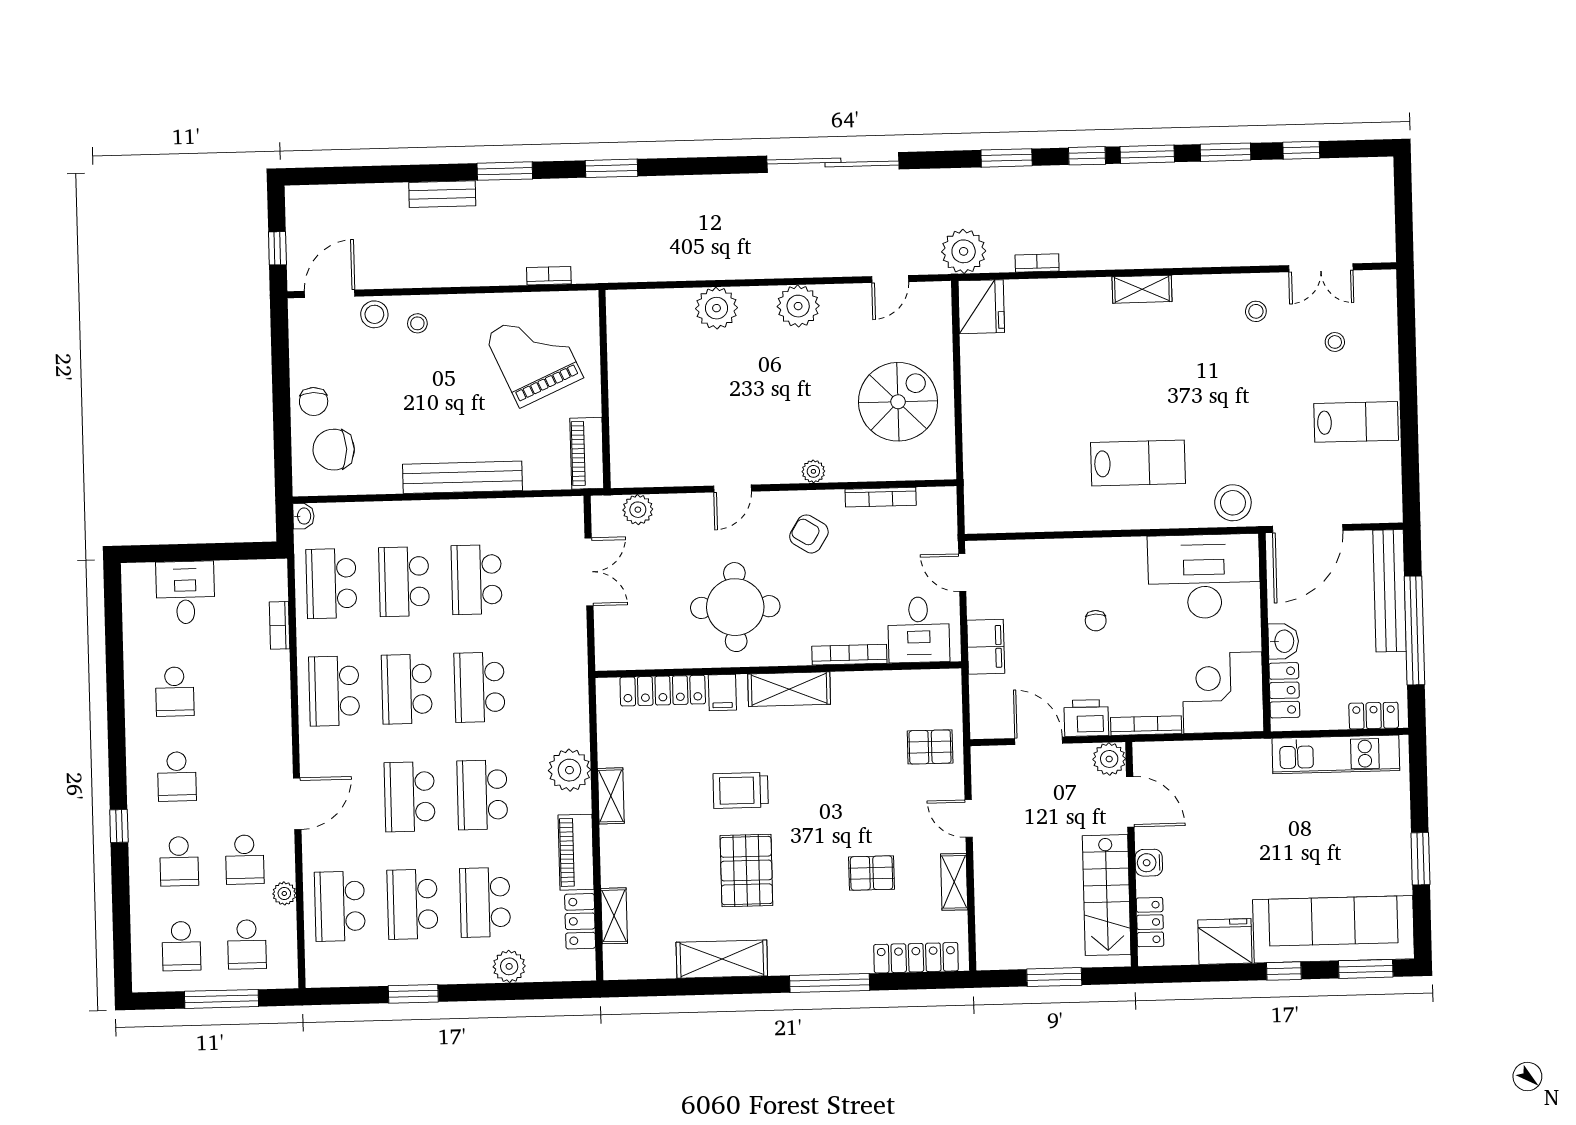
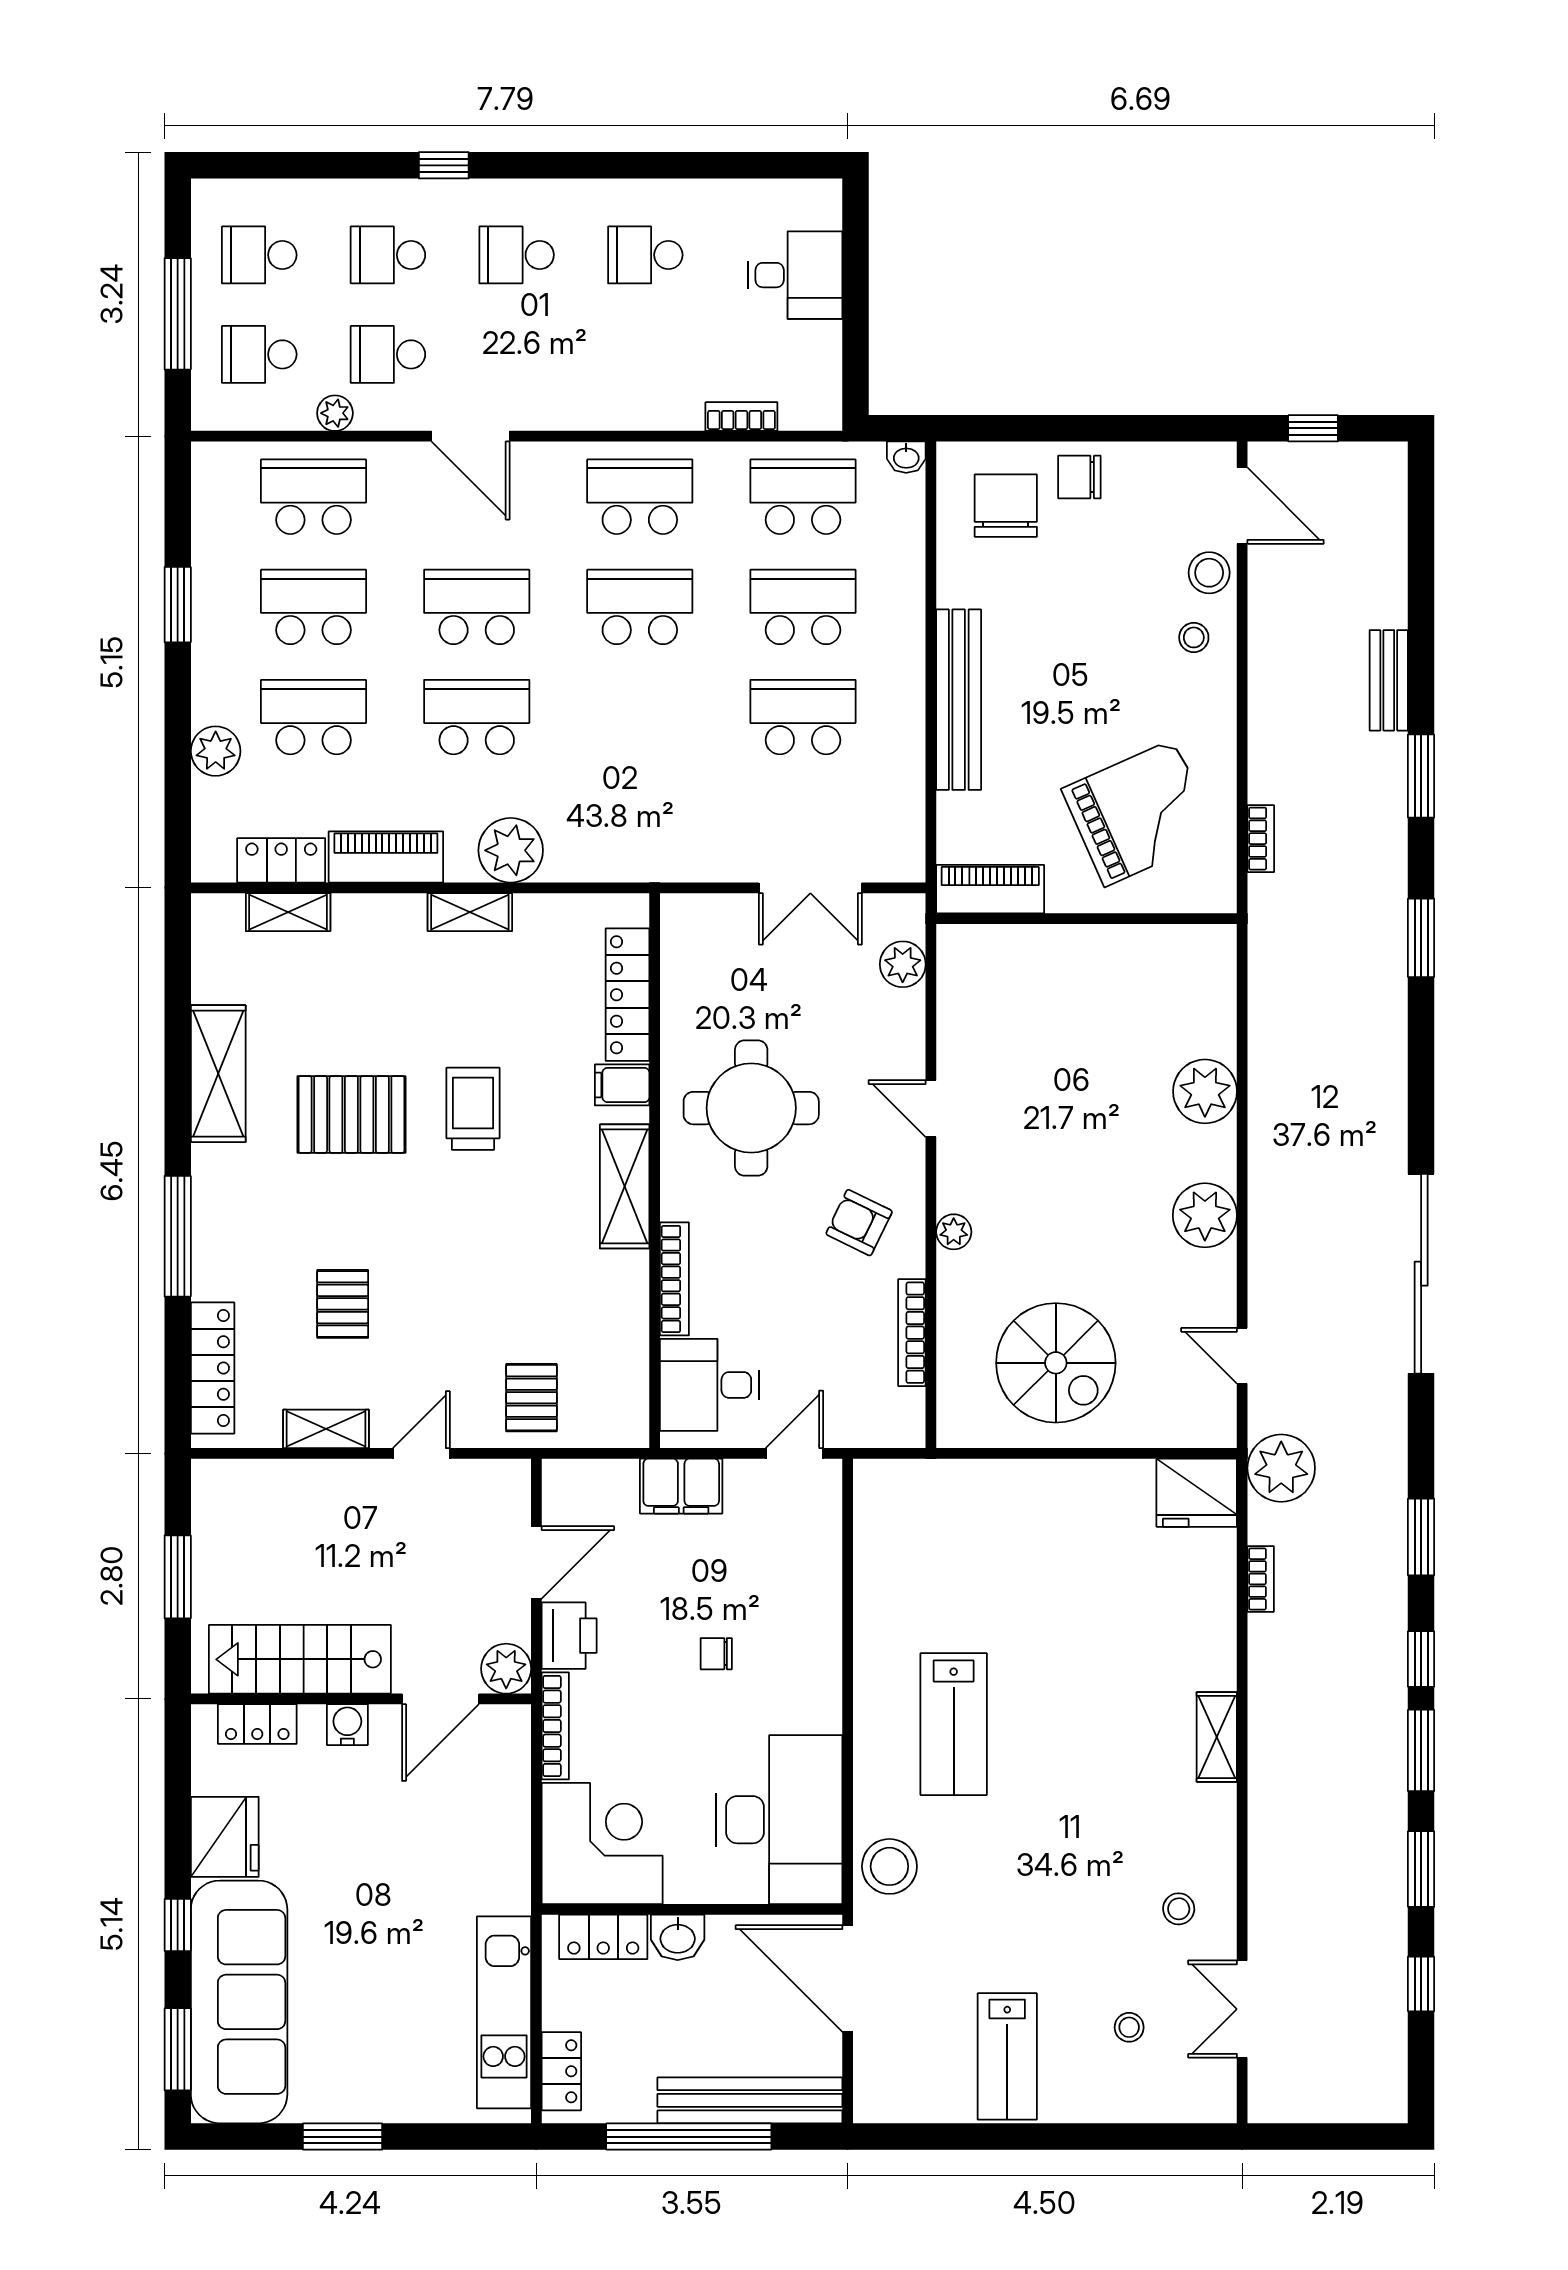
armchair: (809, 534) -> (859, 1223), turned -96
school desk: (479, 687) -> (640, 717), removed

